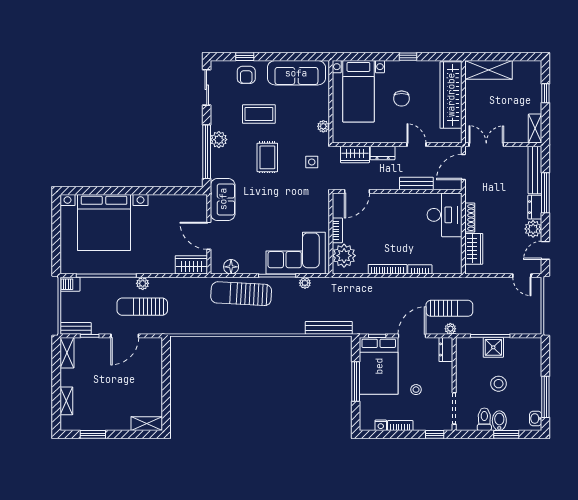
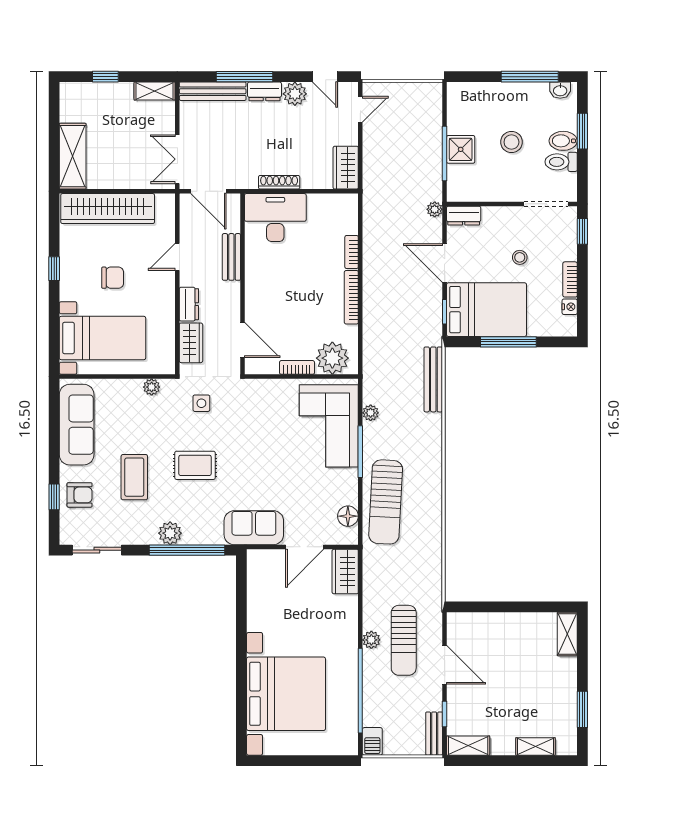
wardrobe: (474, 249) -> (346, 168), moved, turned -90
sun lounger: (449, 308) -> (406, 211), removed

